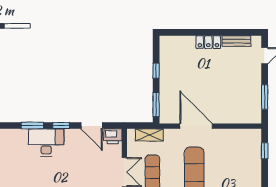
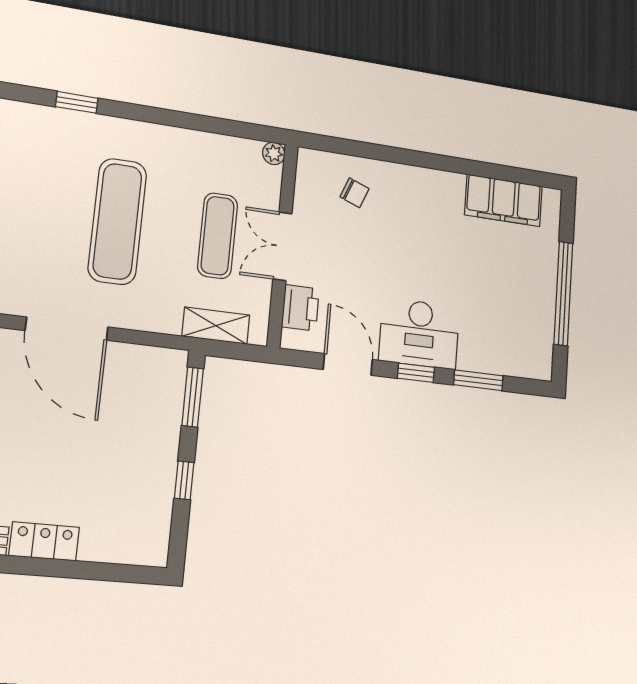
door: (196, 126) -> (67, 329), moved
printer: (113, 136) -> (300, 308), moved, turned 90
desk: (46, 143) -> (419, 334), moved

